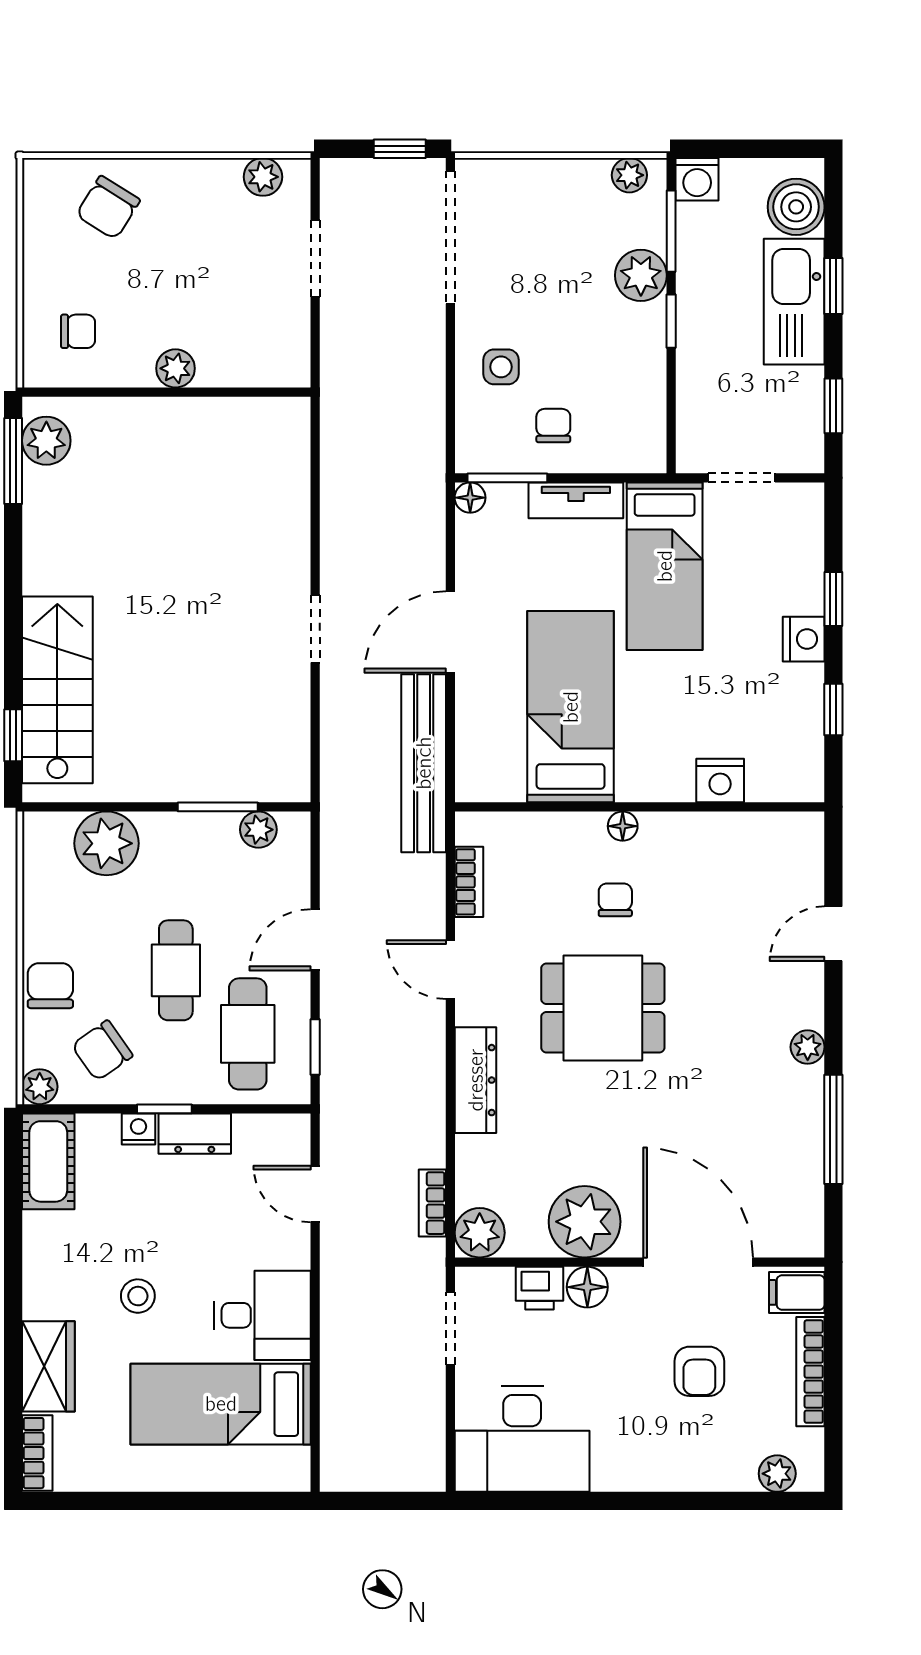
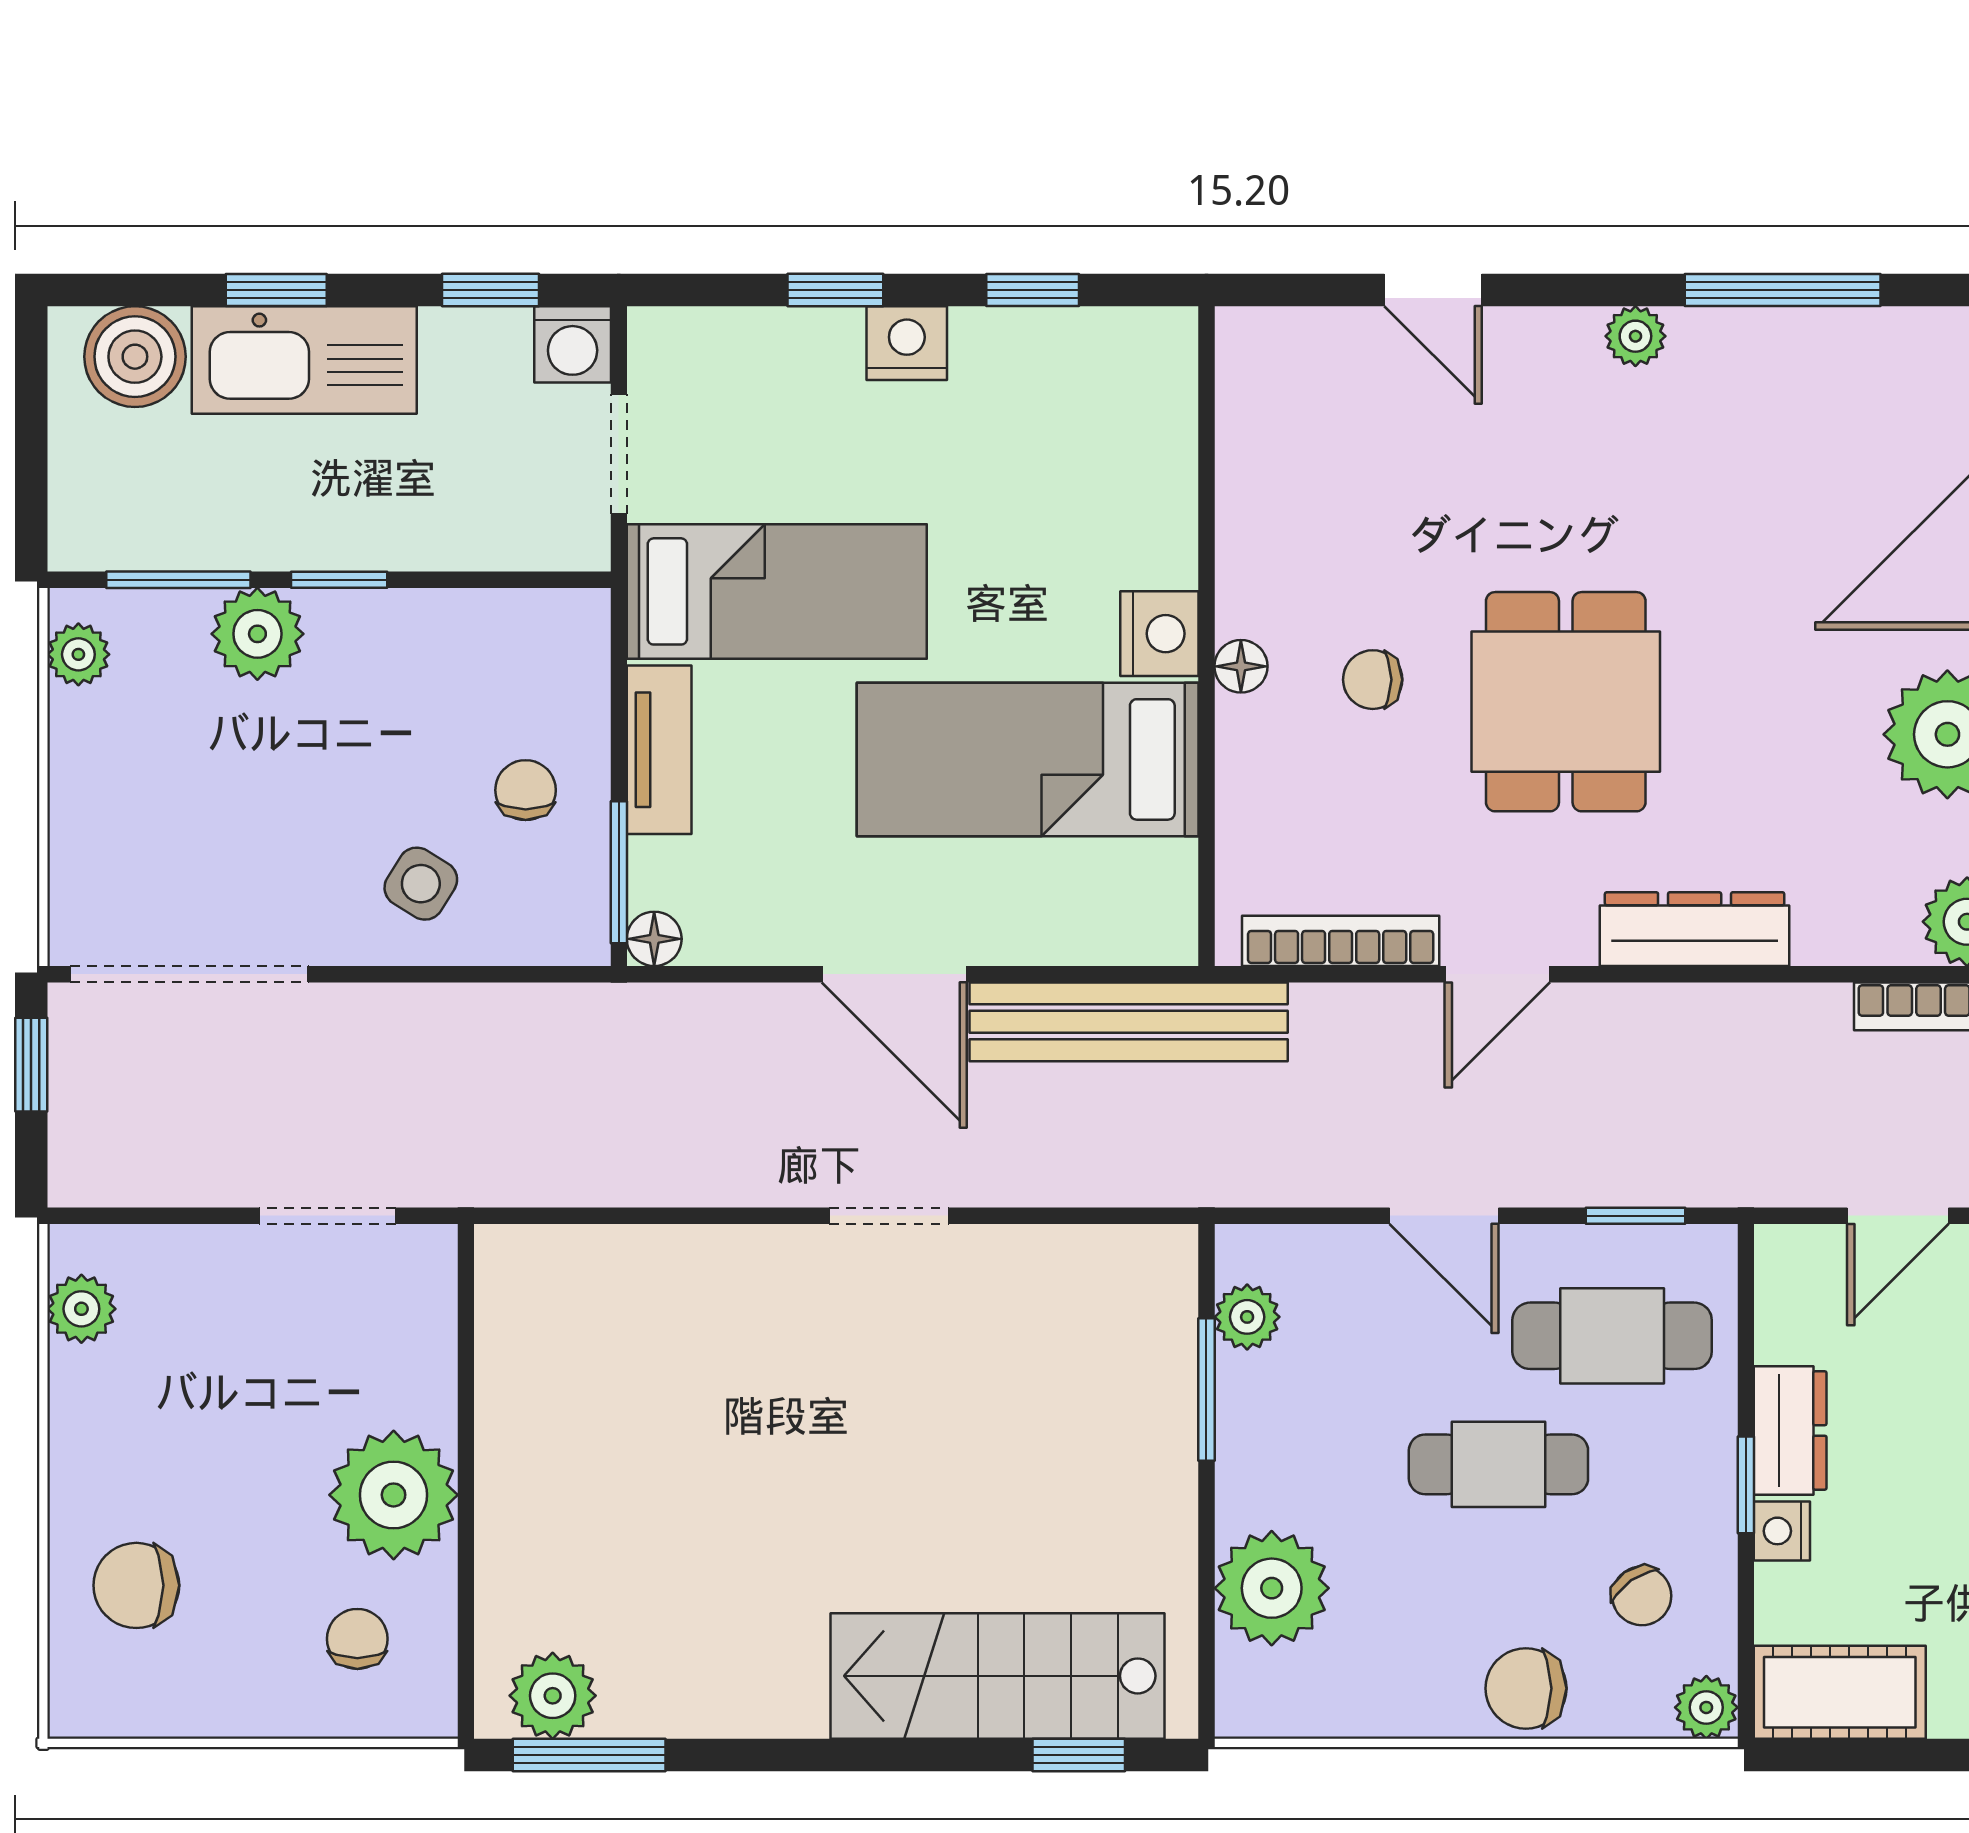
washing machine: (697, 179) -> (573, 344), moved, turned 90
chair: (108, 208) -> (136, 1585), turned 148
doorway: (315, 259) -> (327, 1216), moved
side table: (501, 367) -> (421, 884), turned 32
plant: (175, 368) -> (394, 1495), width x1.87, depth x1.87
chair: (553, 426) -> (526, 790), turned 90
nightstand: (720, 780) -> (1159, 634), moved
bookcase: (469, 882) -> (1341, 941), width x1.56
chair: (102, 1051) -> (1642, 1596), width x0.73, depth x0.73

